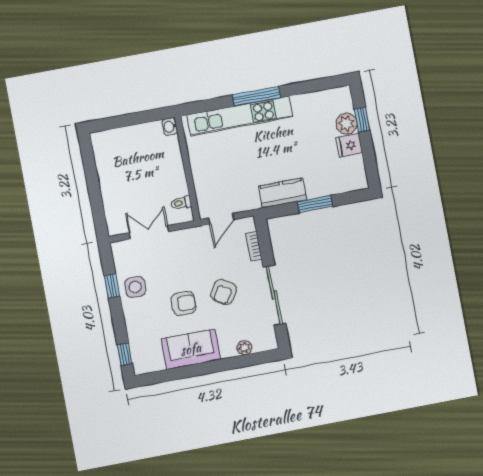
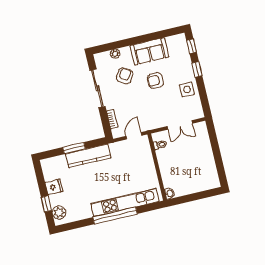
window: (256, 96) -> (115, 215), width x1.46
plant: (347, 124) -> (59, 212), moved
kitchen counter: (283, 193) -> (88, 156), width x1.50
window: (112, 286) -> (197, 69), moved
armchair: (224, 292) -> (125, 76), moved

